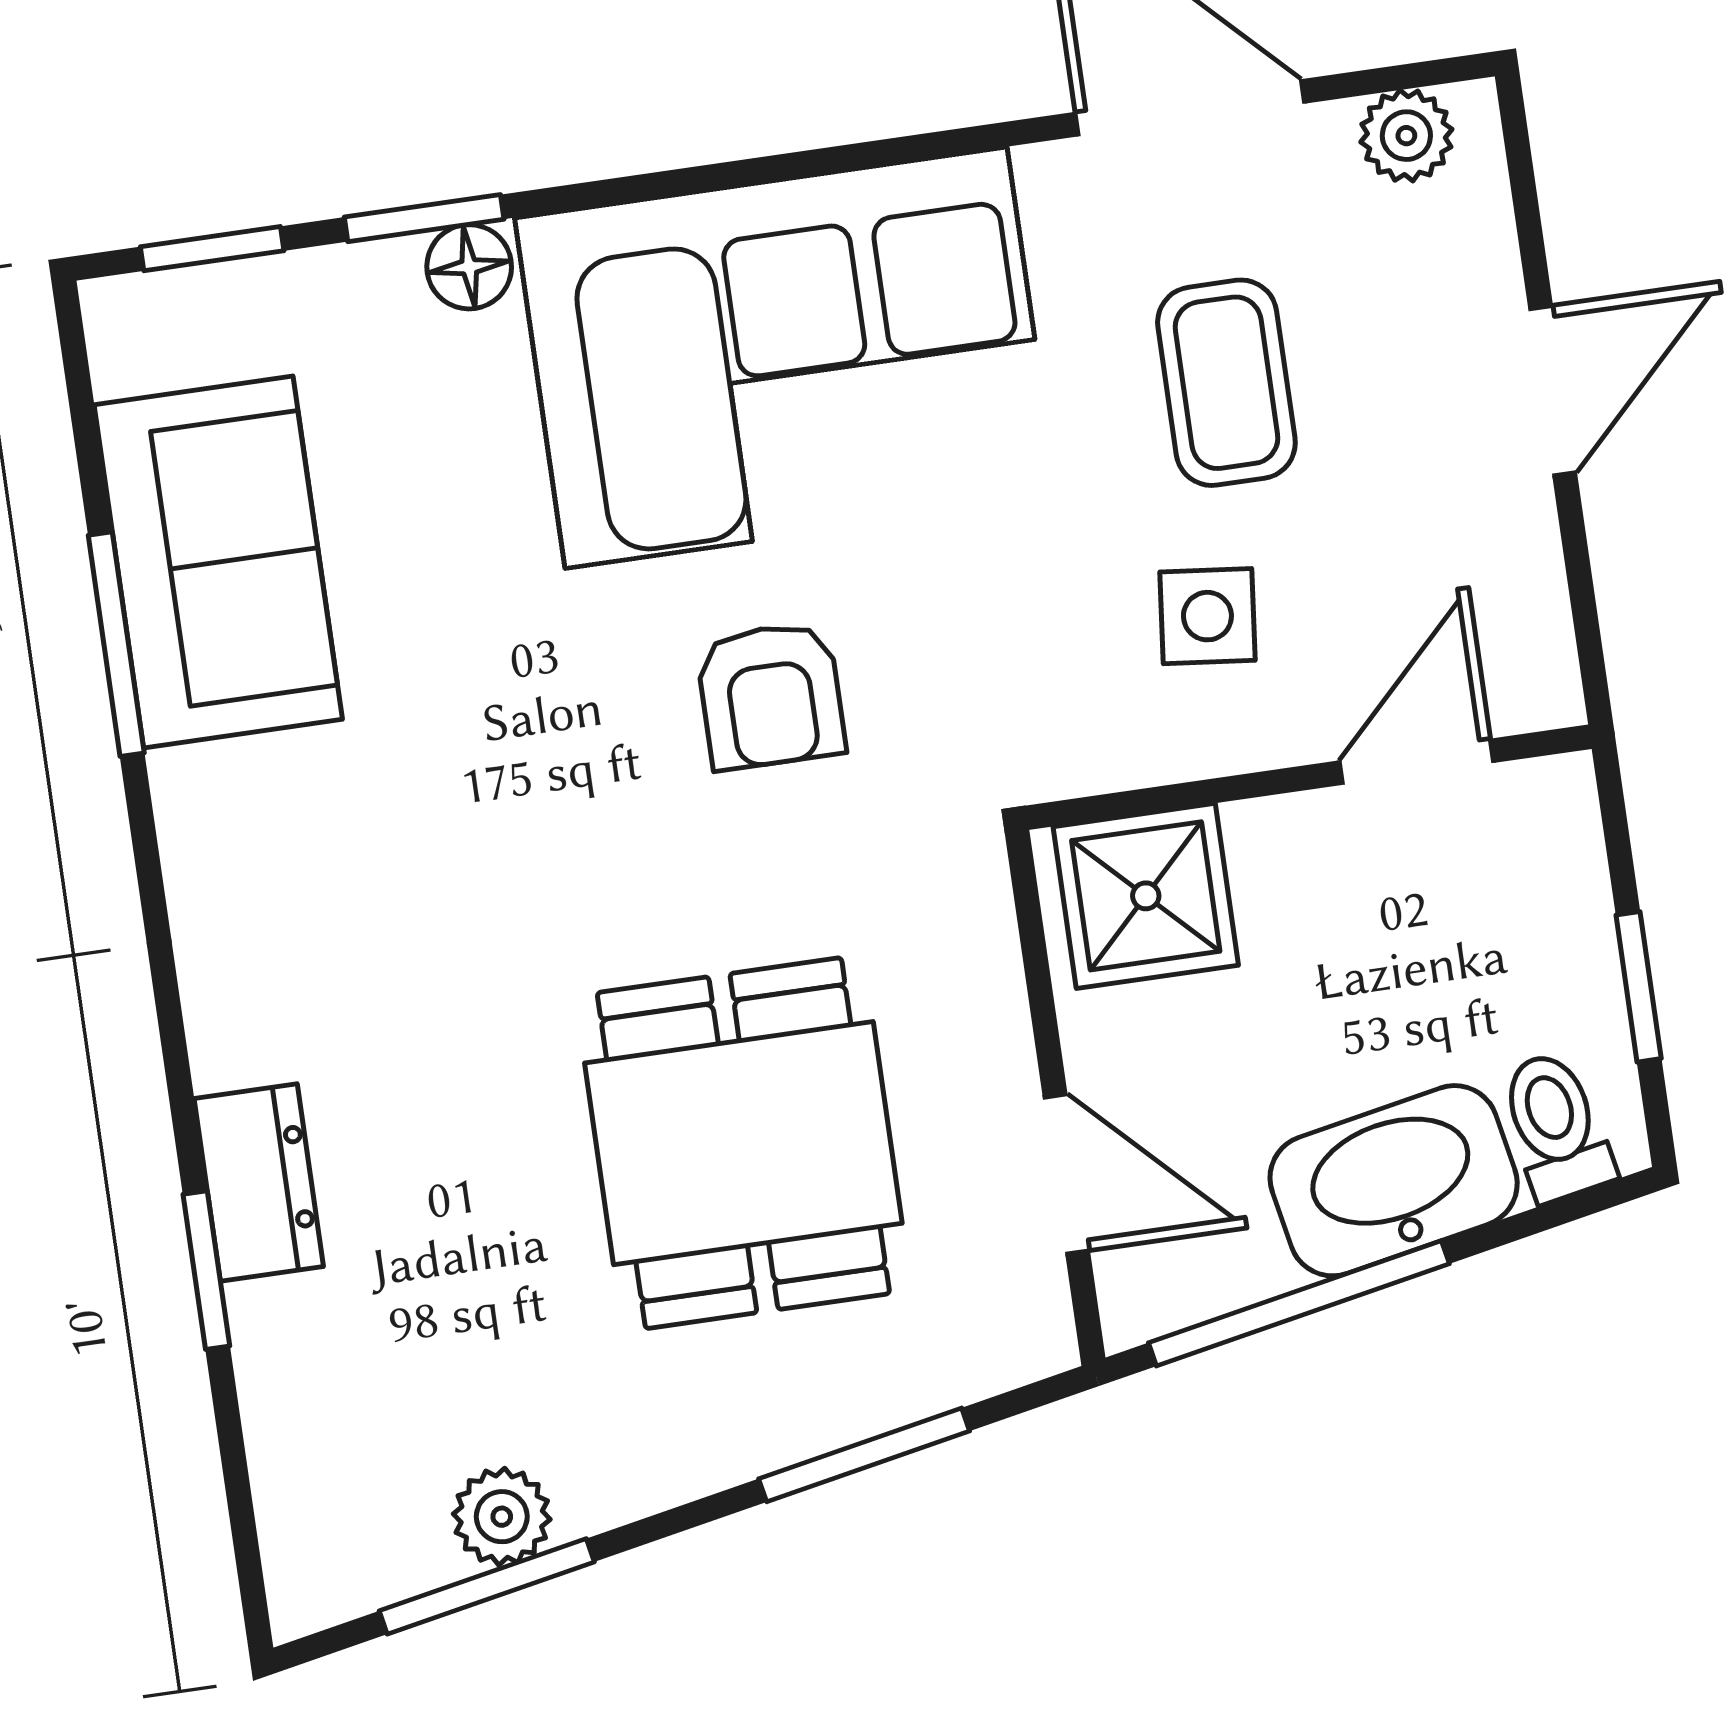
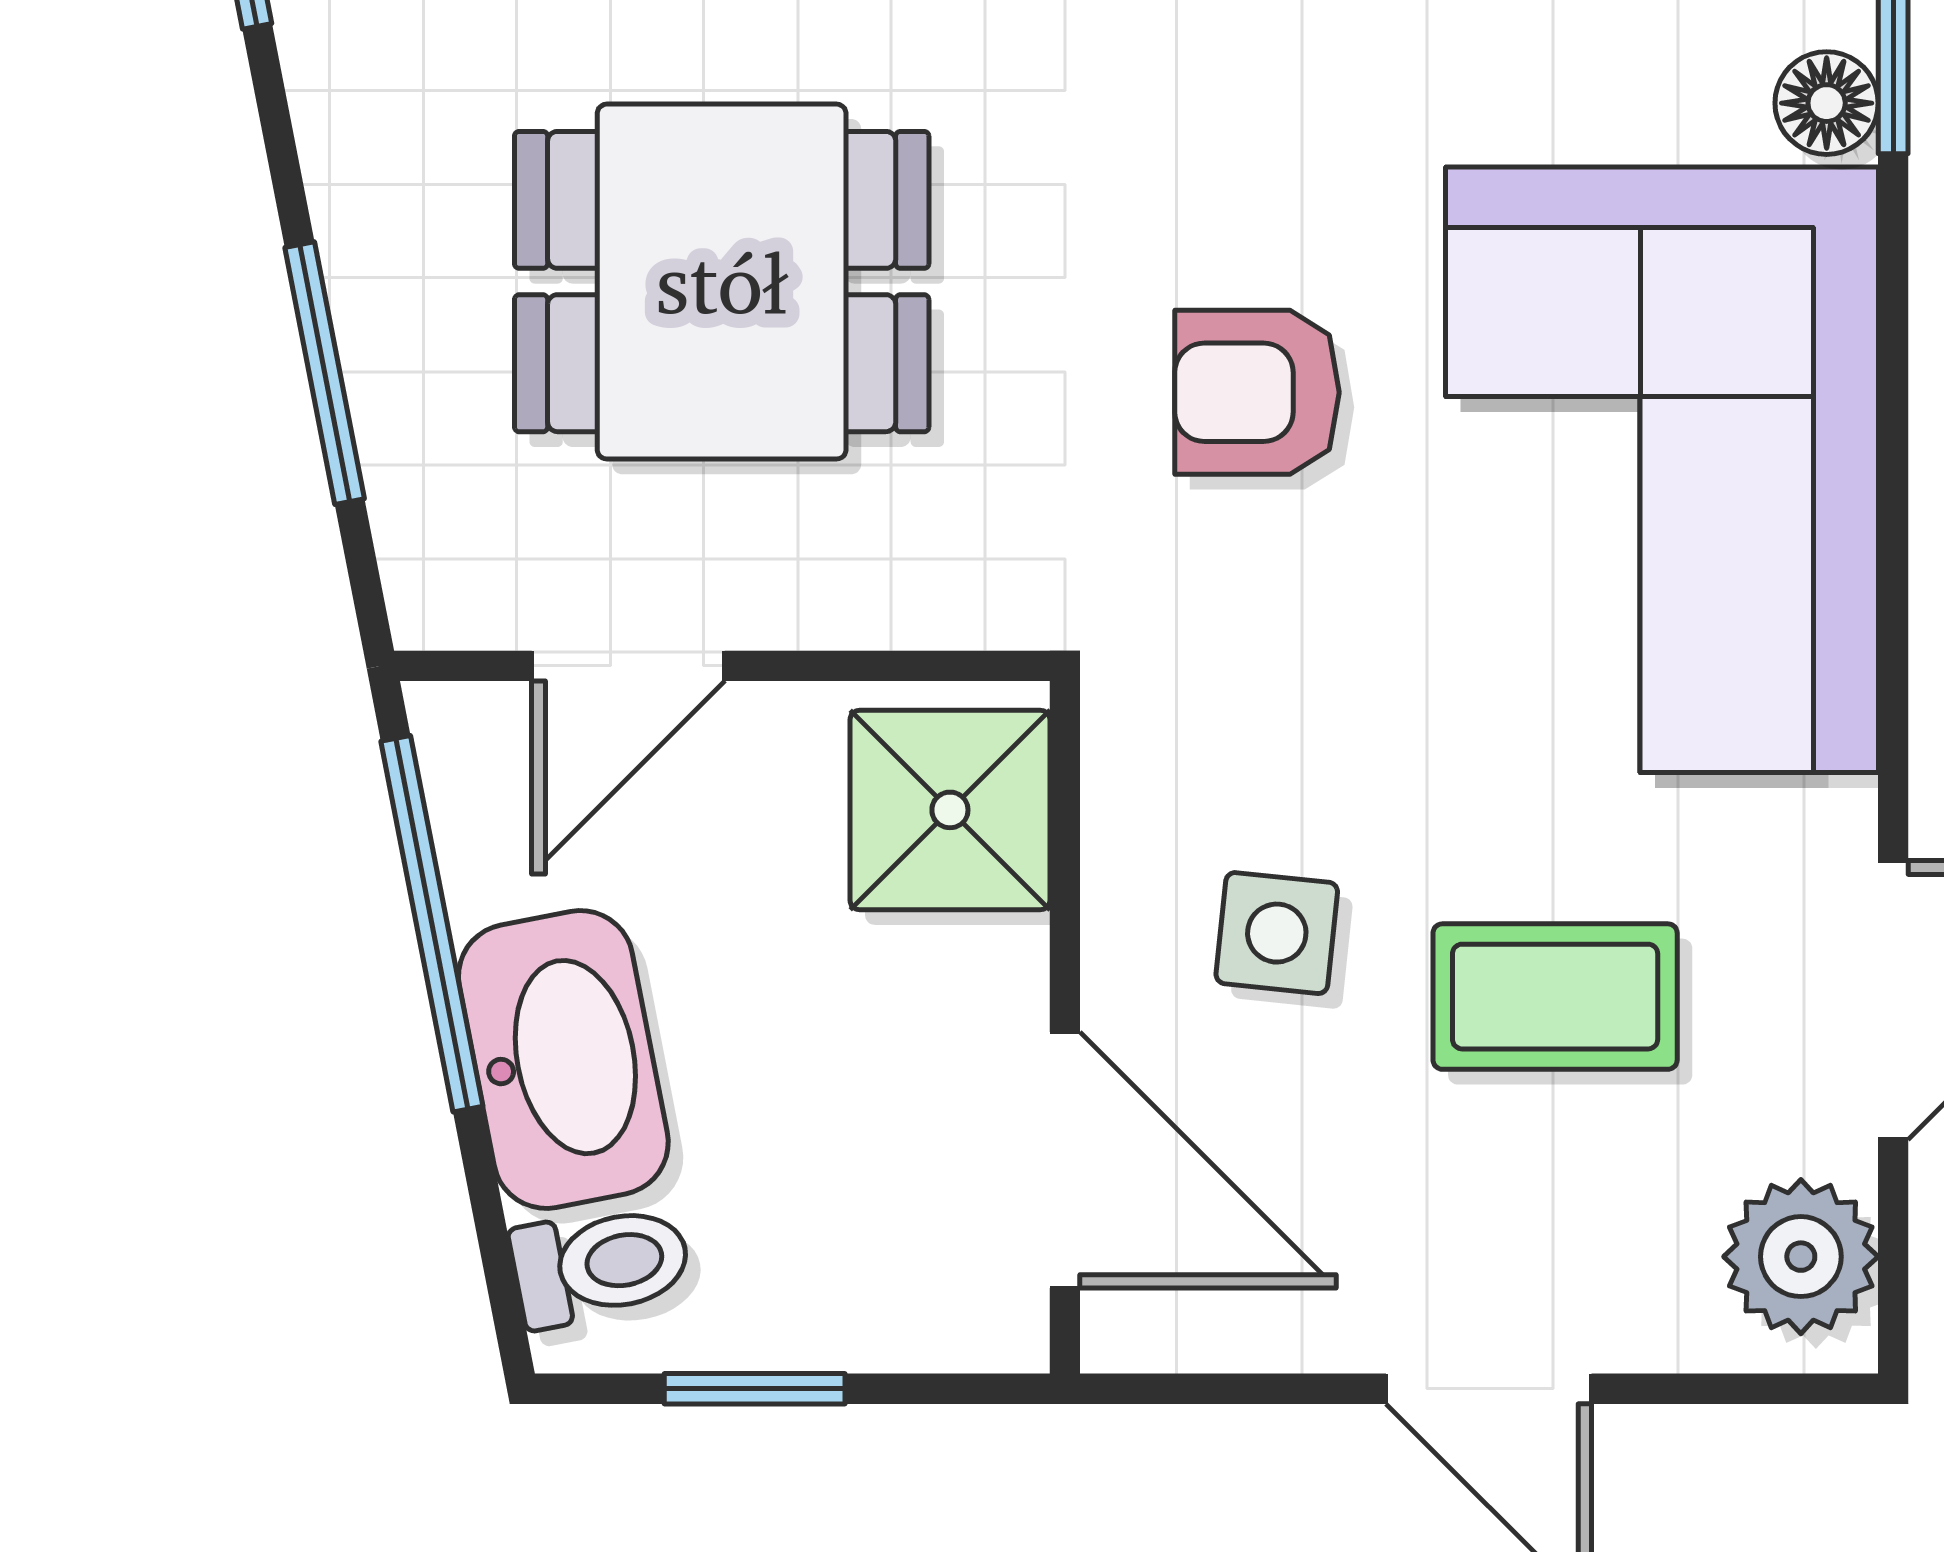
plant: (1406, 136) -> (1801, 1257), width x1.38, depth x1.38
door: (1417, 762) -> (1065, 1160), width x1.38

